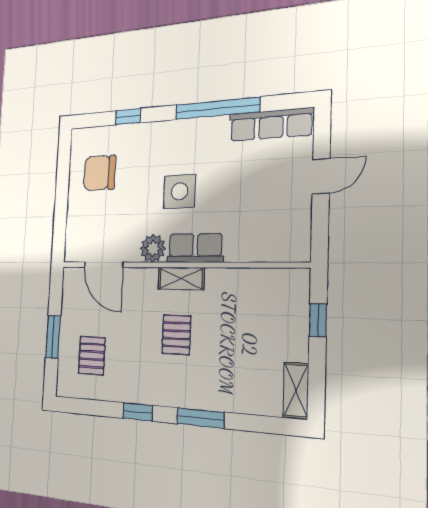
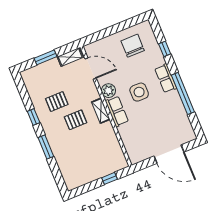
row of seats: (271, 124) -> (166, 78), moved, width x0.68
door: (321, 176) -> (169, 154), width x1.87
door: (104, 265) -> (91, 69), swing flipped
pallet: (92, 356) -> (57, 102), moved
shelving: (296, 390) -> (70, 57), moved

